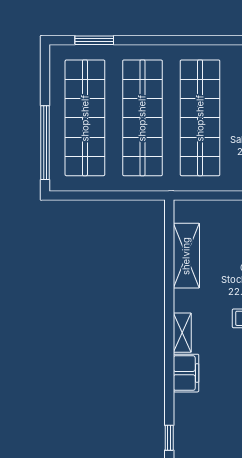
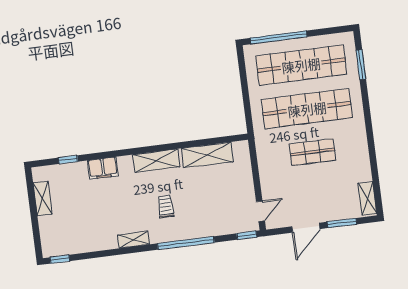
shop shelf: (200, 118) -> (312, 152), width x0.50, depth x0.74
shelving: (182, 333) -> (156, 161), width x1.50, depth x1.33
filing cabinet: (186, 373) -> (103, 168), moved

